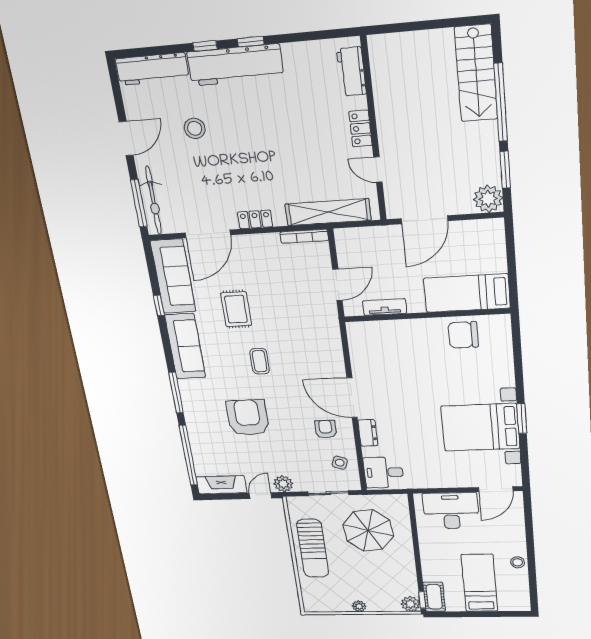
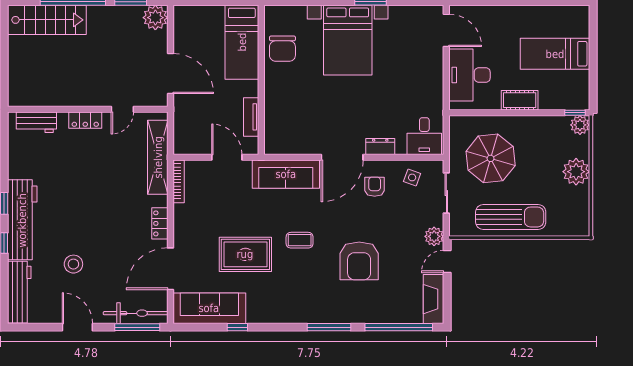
door: (208, 234) -> (170, 269), swing flipped
rug: (236, 309) -> (245, 254), width x1.36, depth x1.43
sofa: (185, 346) -> (286, 174), moved, turned 180
armchair: (248, 418) -> (359, 261), turned -90
bed with nightstands: (480, 427) -> (348, 40), moved
armchair: (326, 429) -> (375, 187), turned 90
door: (260, 496) -> (447, 261), hinge flipped
stool: (518, 562) -> (531, 15), removed
cot: (434, 597) -> (520, 100), moved
plant: (359, 606) -> (576, 172), width x1.87, depth x1.87

